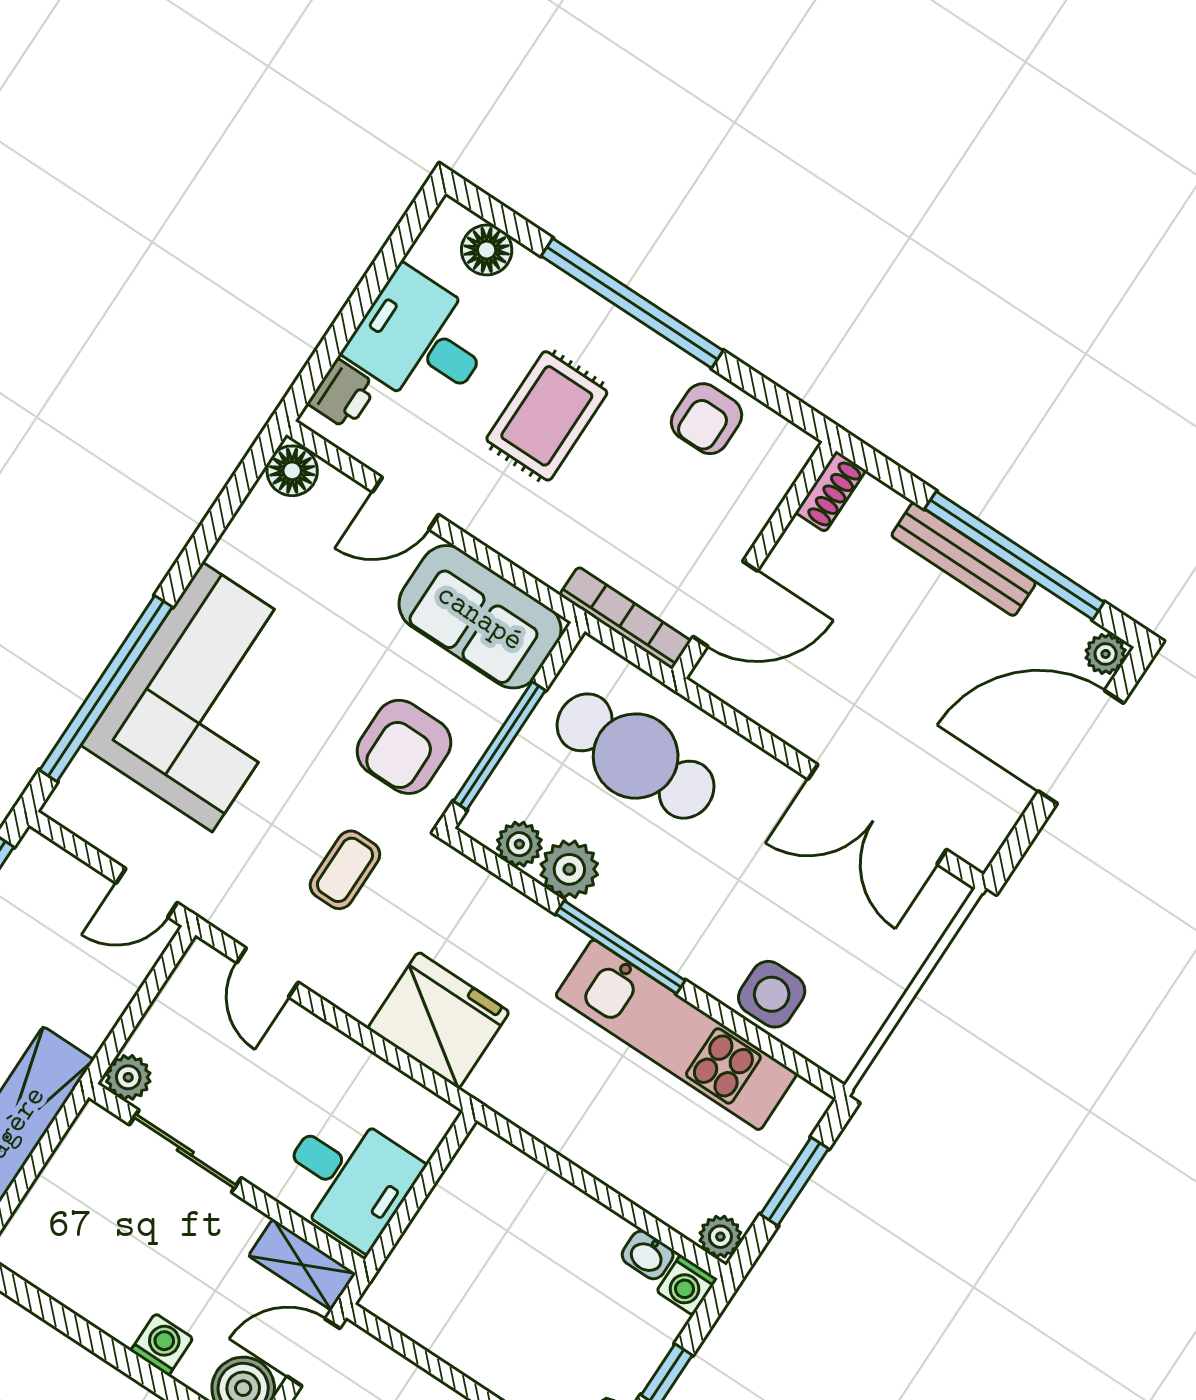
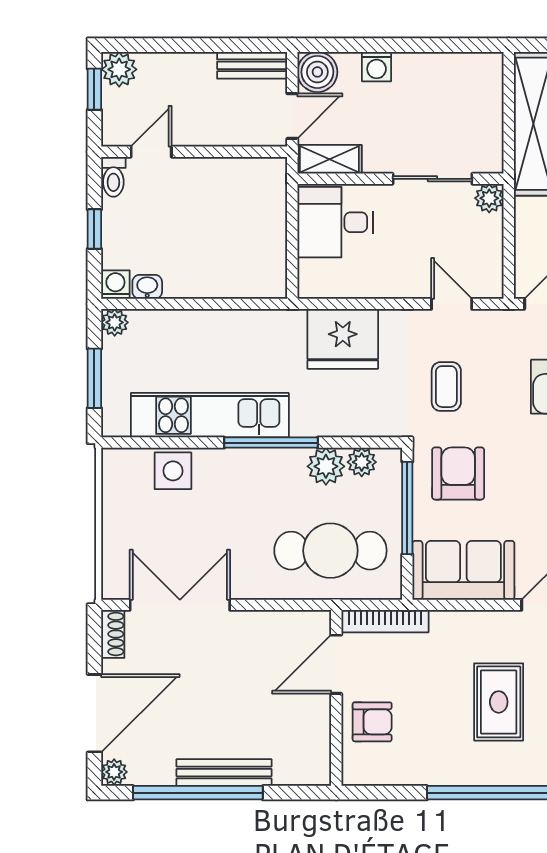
armchair: (707, 419) -> (372, 722), moved, turned 90
shoe rack: (831, 491) -> (113, 634), moved, turned 180

